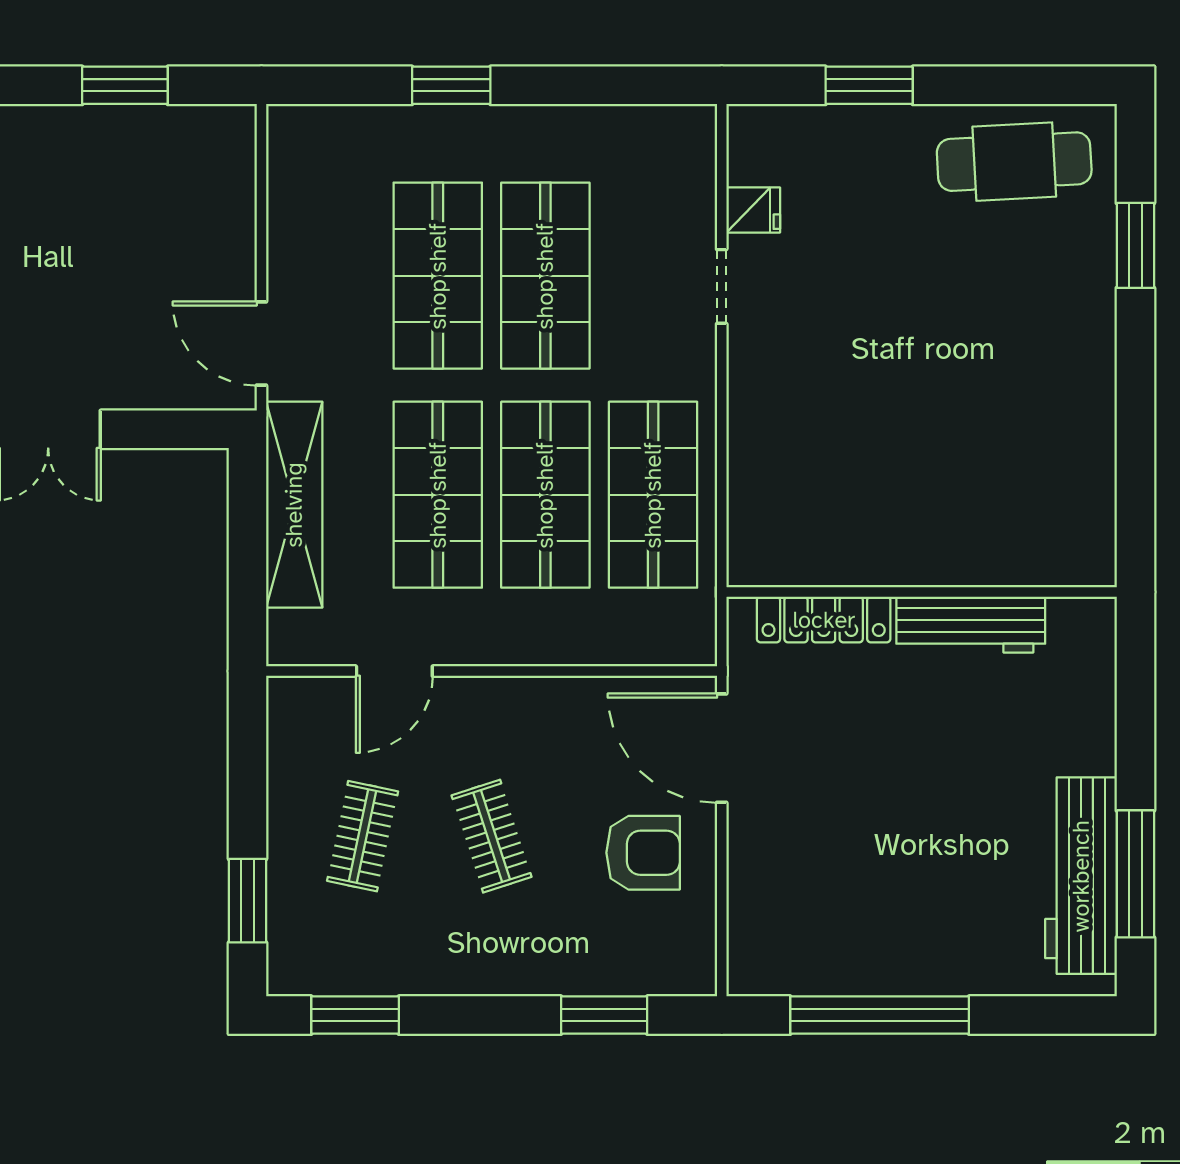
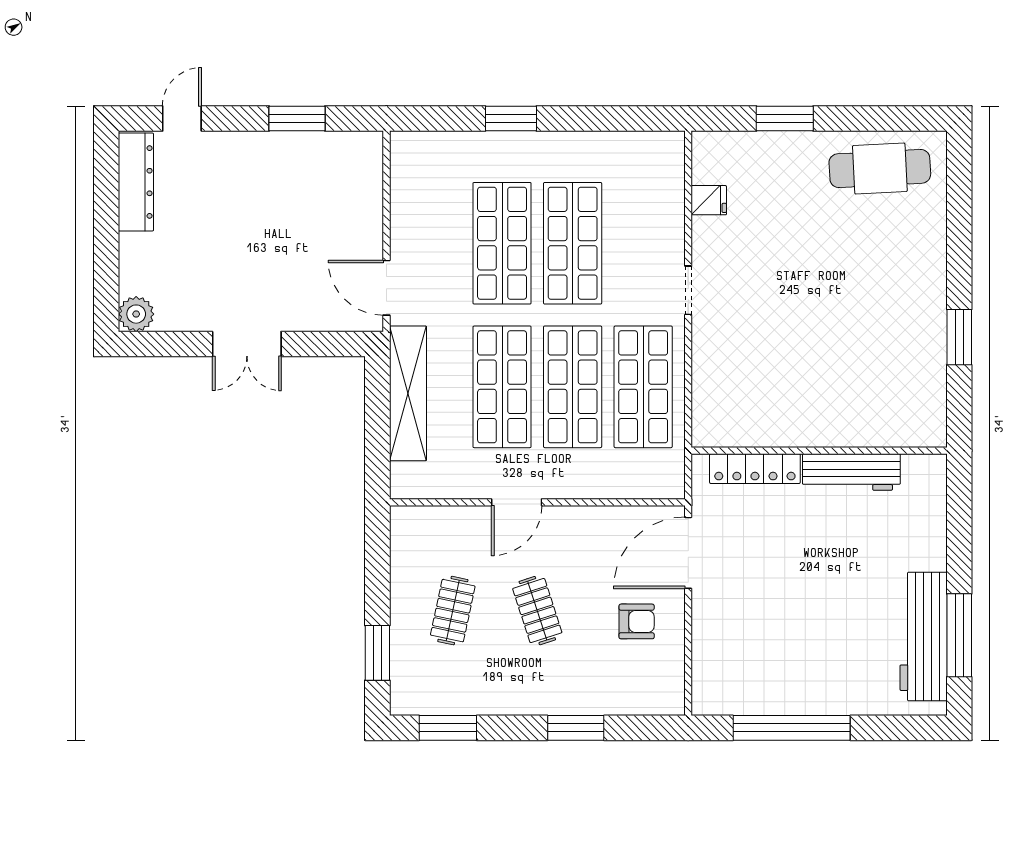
window: (1135, 245) -> (959, 337), moved
doorway: (722, 286) -> (688, 290), moved
door: (394, 671) -> (517, 502), moved
door: (722, 748) -> (688, 553), hinge flipped
armchair: (643, 853) -> (637, 621), width x0.72, depth x0.72
window: (604, 1015) -> (576, 728), moved

